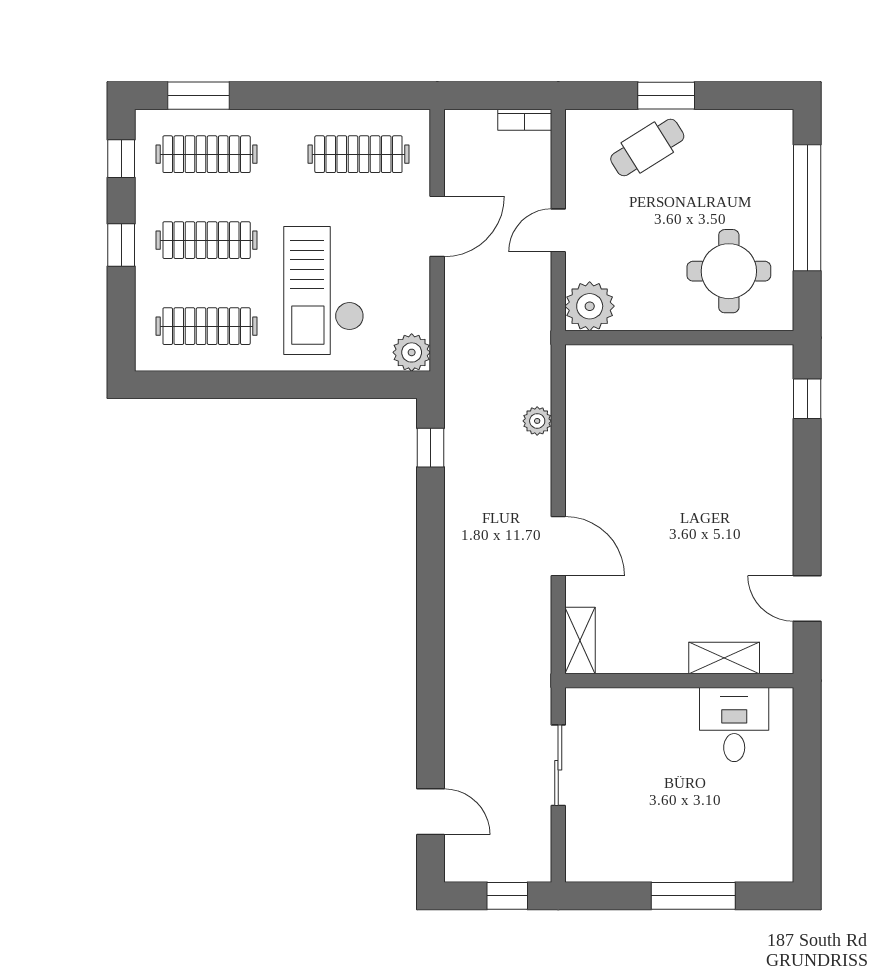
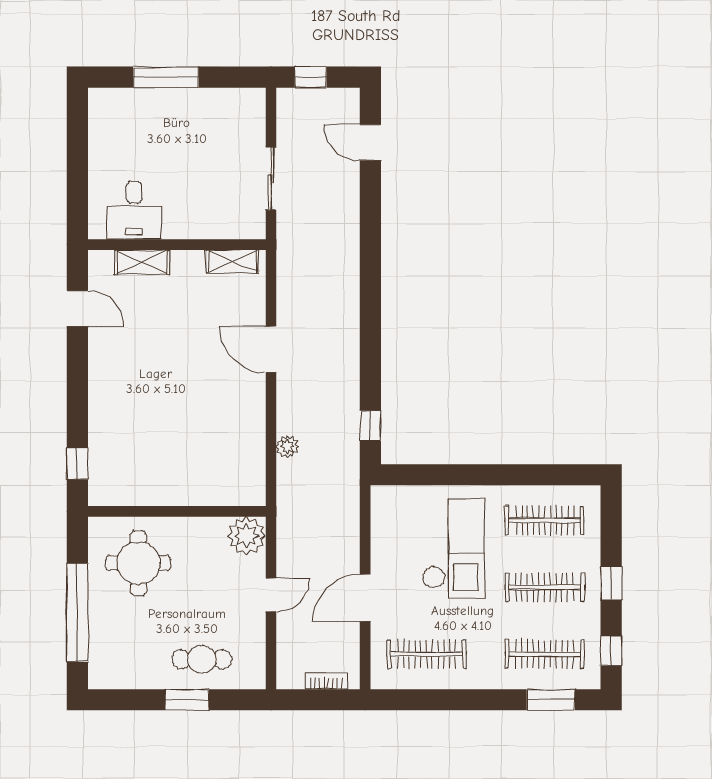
bookcase: (525, 120) -> (326, 681), moved
cafe table: (647, 148) -> (202, 659), turned 32
plant: (412, 352) -> (385, 500), removed
shelving: (580, 641) -> (232, 261), moved, turned 90

